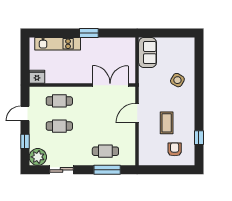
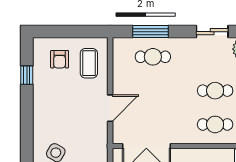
coffee table: (167, 123) -> (89, 63), moved

